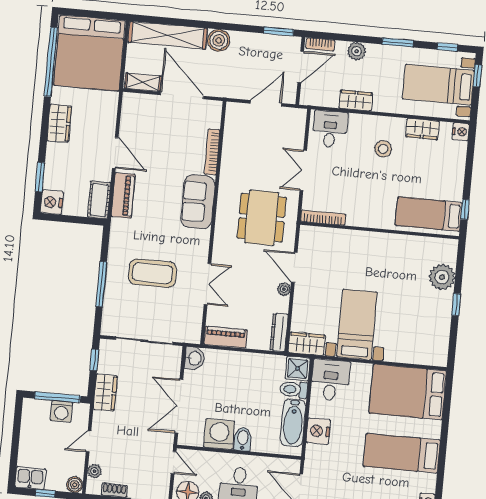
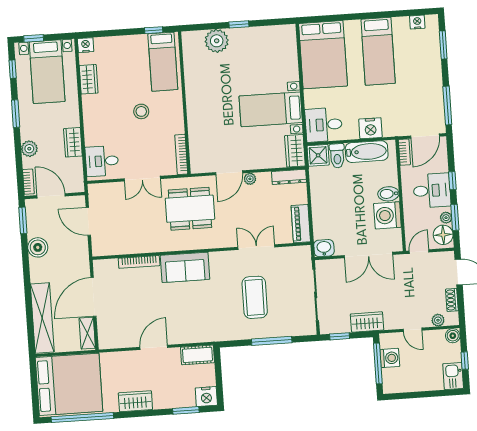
boiler: (219, 40) -> (38, 247), moved
stool: (383, 149) -> (141, 111), moved
piano: (123, 195) -> (190, 334), removed
bookcase: (286, 464) -> (404, 152), added

